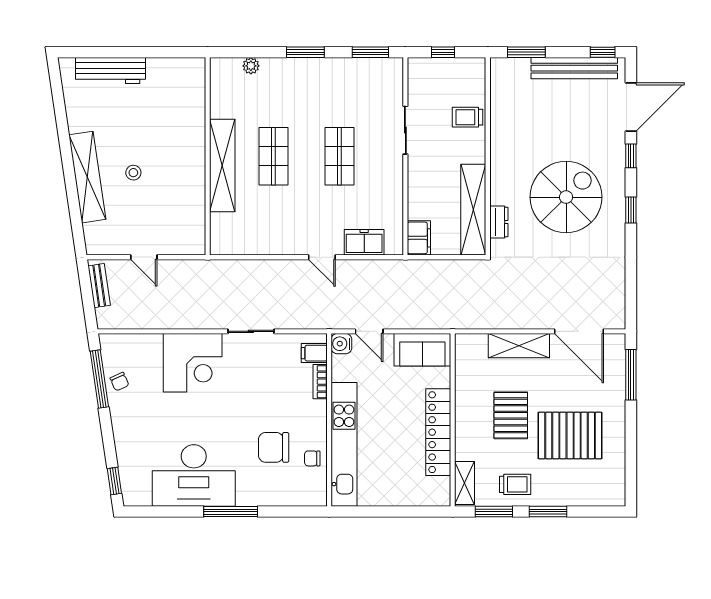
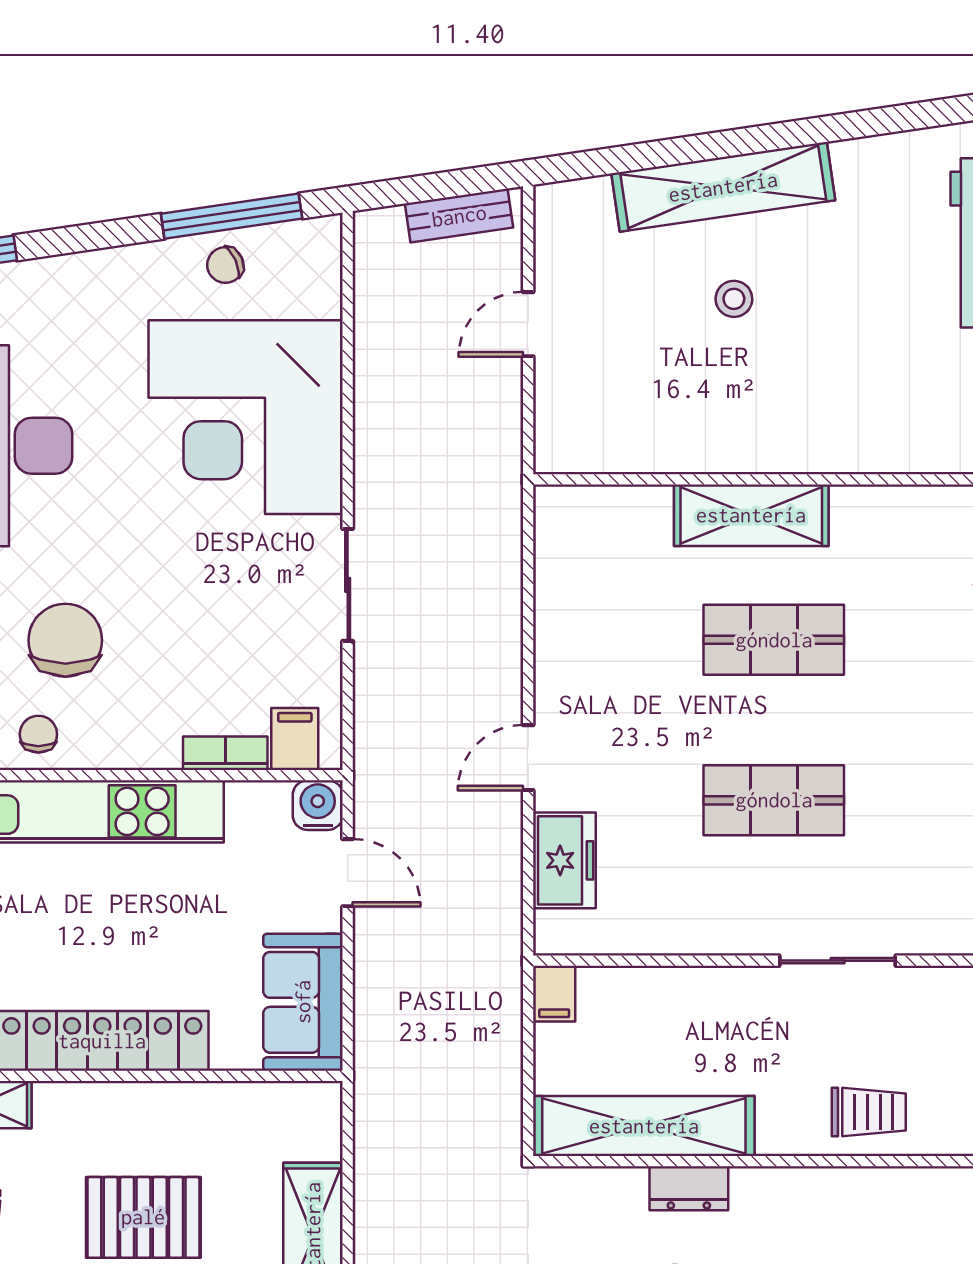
trolley: (467, 117) -> (869, 1112), turned 90
shelving: (222, 166) -> (751, 515), width x0.68
dresser: (499, 222) -> (689, 1188), moved
filing cabinet: (419, 238) -> (554, 994), width x0.50
door: (369, 331) -> (348, 873), swing flipped
corner desk: (193, 363) -> (246, 417), width x1.36, depth x1.36

